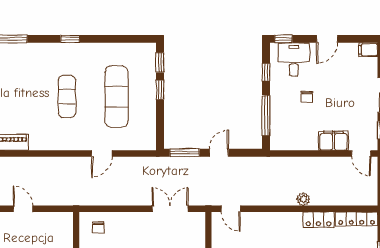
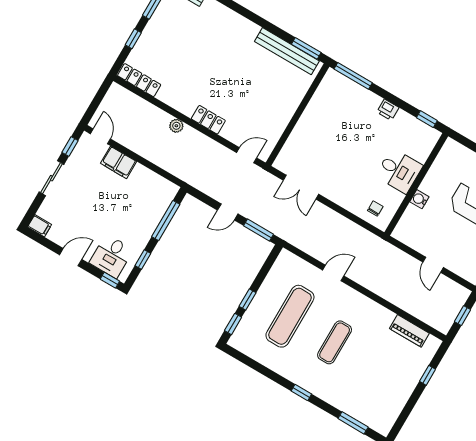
chair: (307, 97) -> (119, 216), removed
door: (231, 209) -> (247, 155), hinge flipped
locker: (319, 220) -> (208, 120), moved

